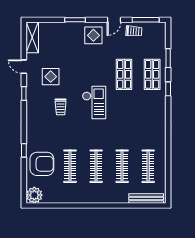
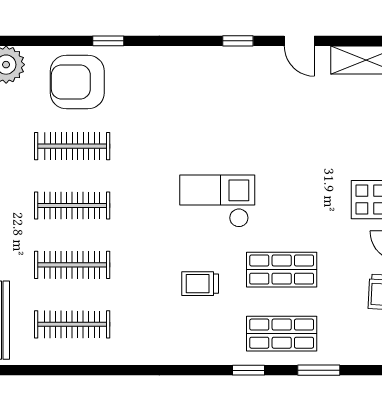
door: (24, 67) -> (299, 41), swing flipped
display table: (51, 77) -> (277, 102), removed
checkout: (94, 103) -> (217, 201), turned 180
trolley: (61, 107) -> (200, 284), moved
armchair: (42, 164) -> (77, 82), turned 90

